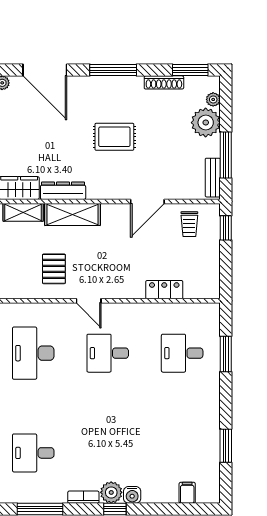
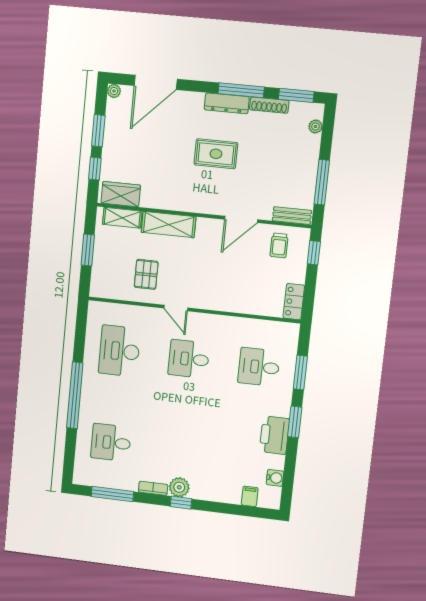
door: (45, 70) -> (156, 82), hinge flipped
window: (113, 70) -> (241, 90), moved
plant: (206, 123) -> (306, 148), removed
bench: (213, 178) -> (292, 216), moved, turned 90
dresser: (63, 191) -> (227, 103), moved, turned 180
locker: (164, 290) -> (294, 302), moved, turned -90
printer: (206, 424) -> (274, 435), added
window: (226, 446) -> (295, 422), moved
water cooler: (132, 495) -> (275, 478), moved, turned -90

